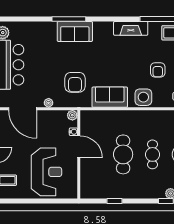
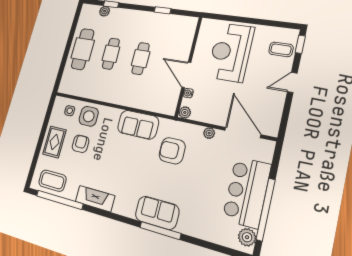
armchair: (75, 82) -> (172, 151), turned -90
side table: (143, 97) -> (89, 116), moved
cafe table: (123, 154) -> (141, 59), width x0.73, depth x0.74

